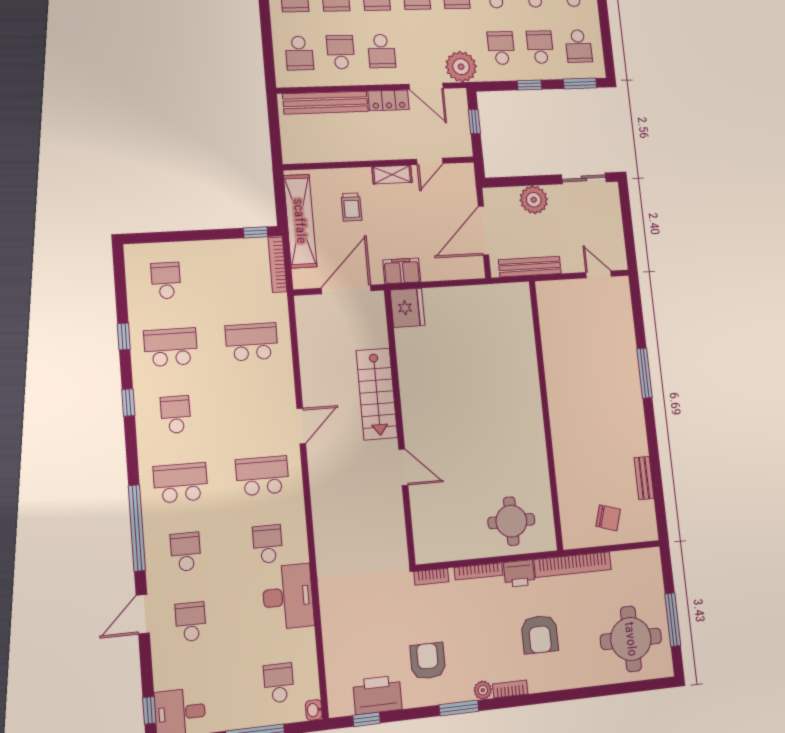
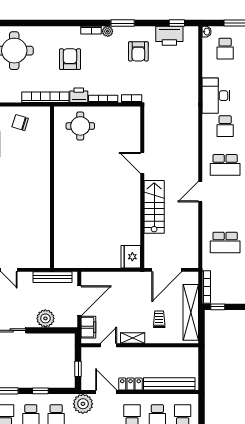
filing cabinet: (402, 271) -> (88, 327), moved, turned -90

